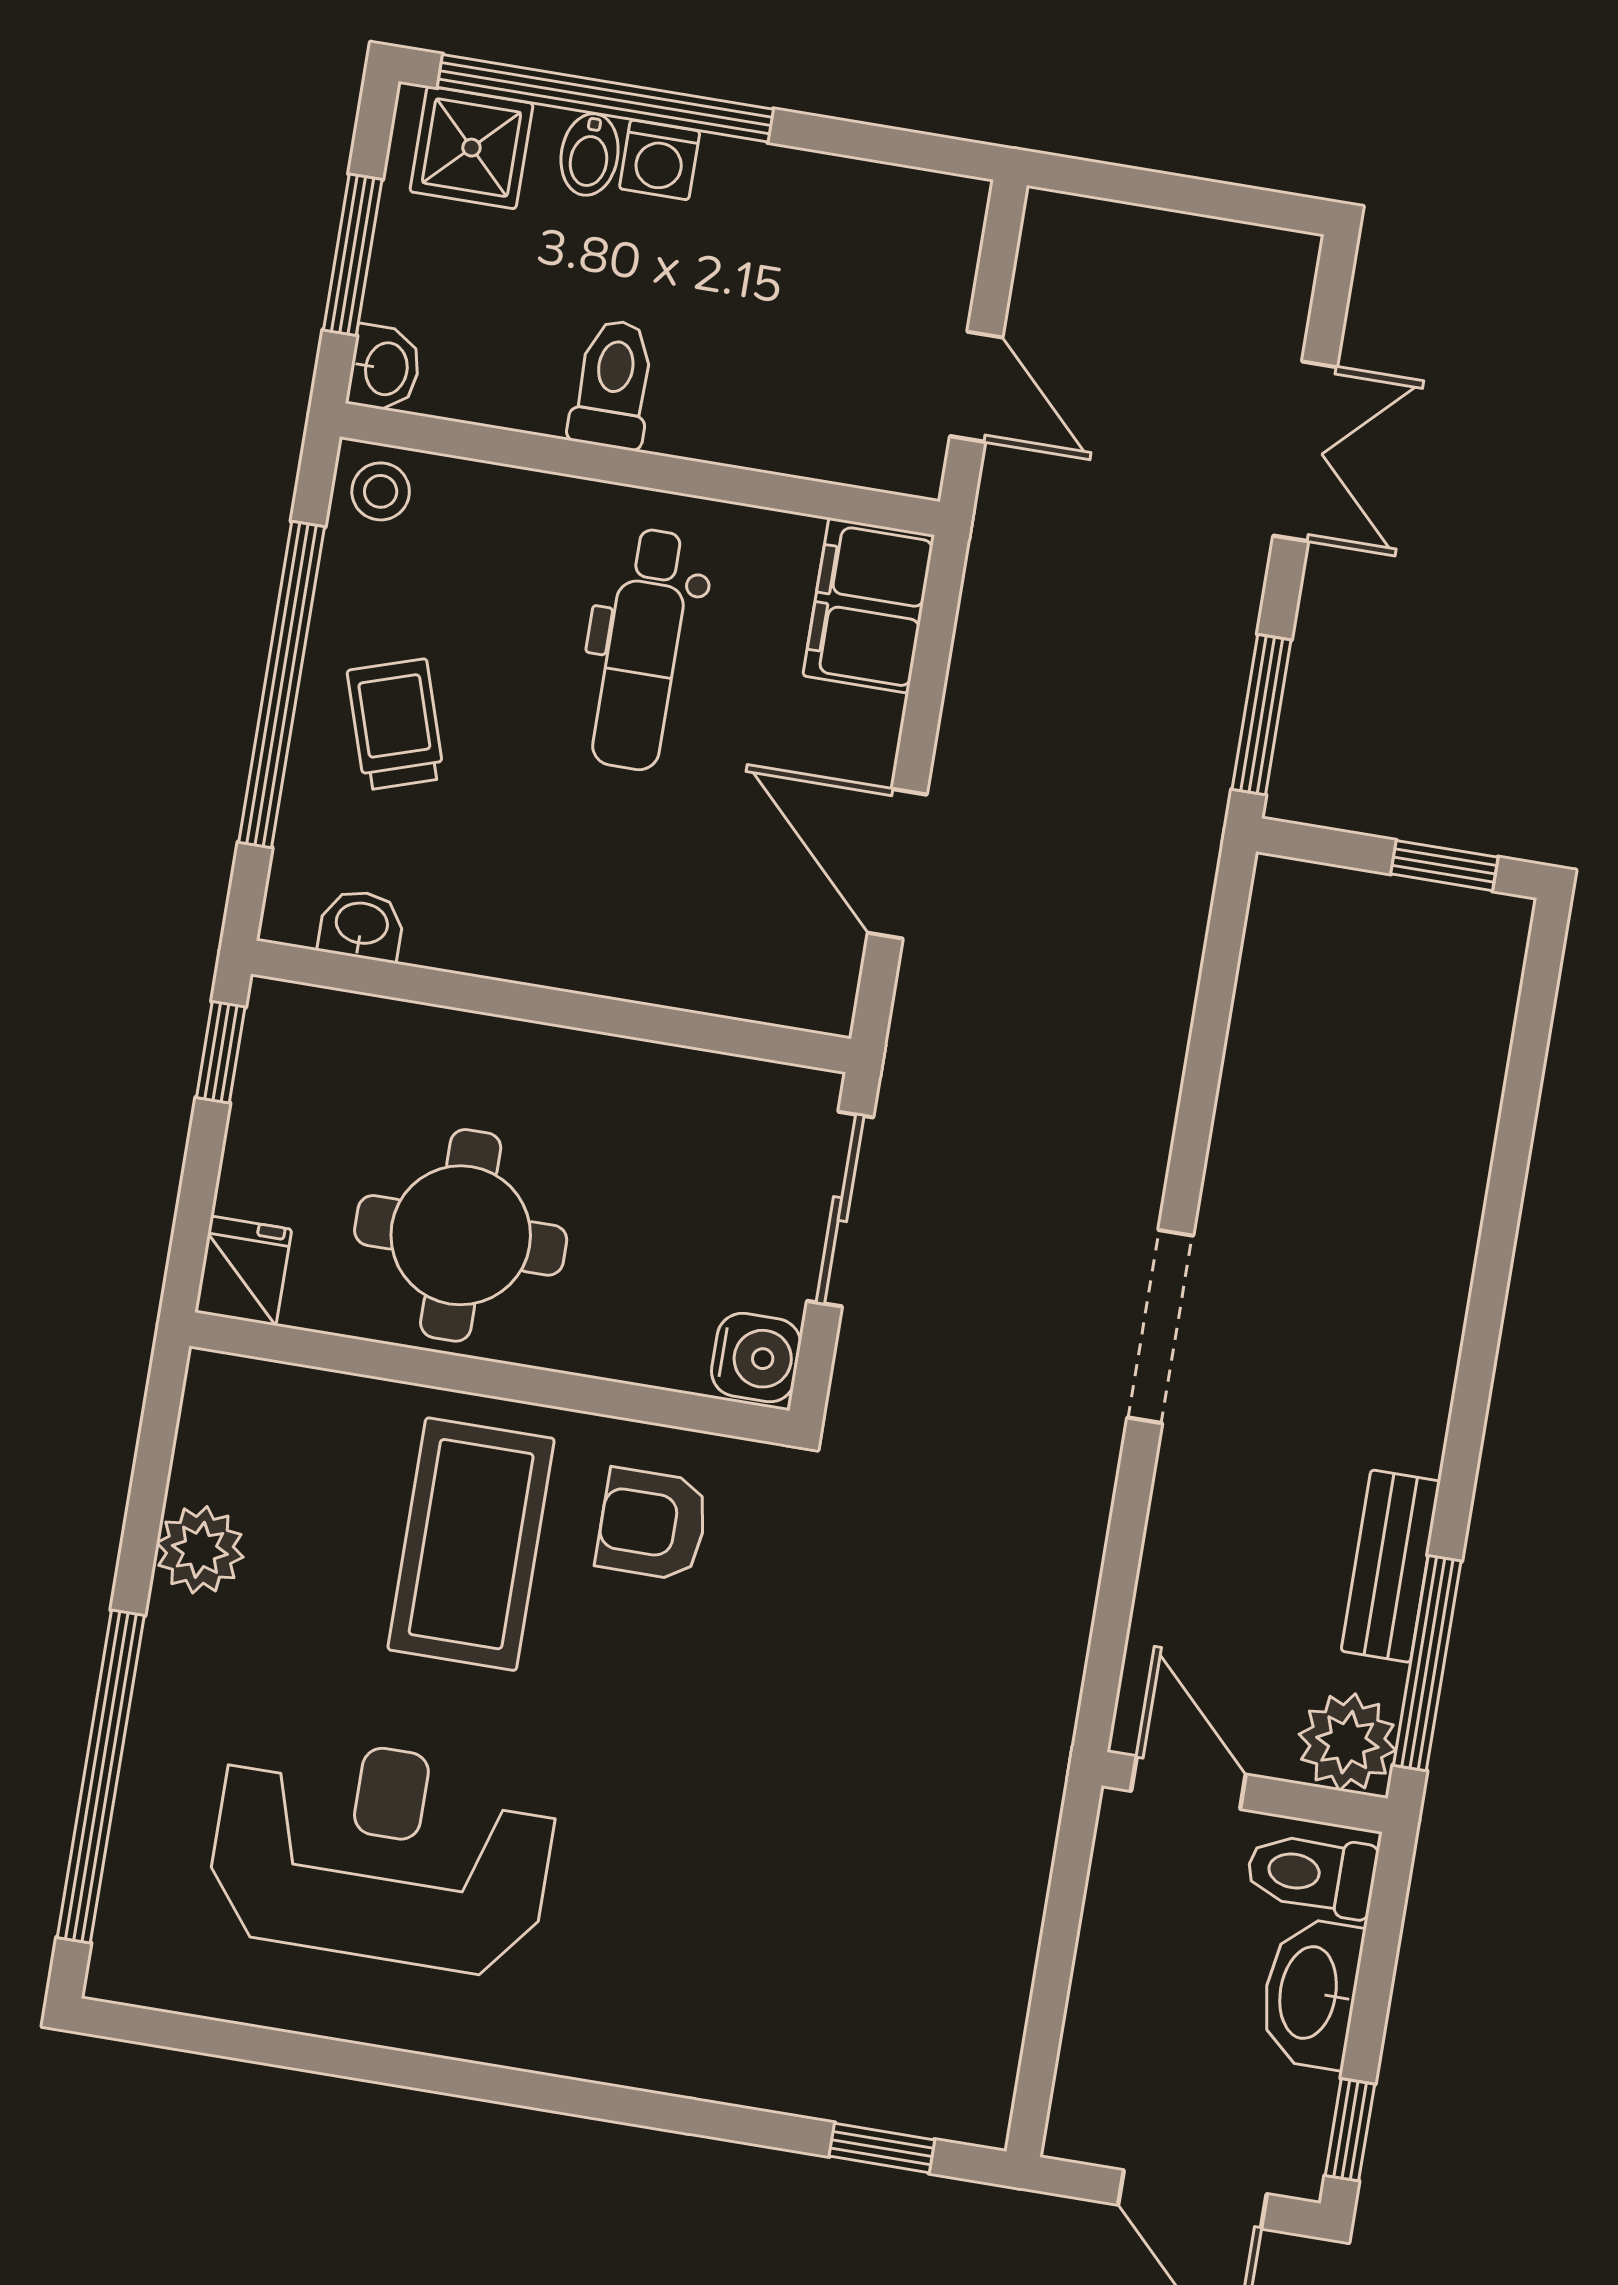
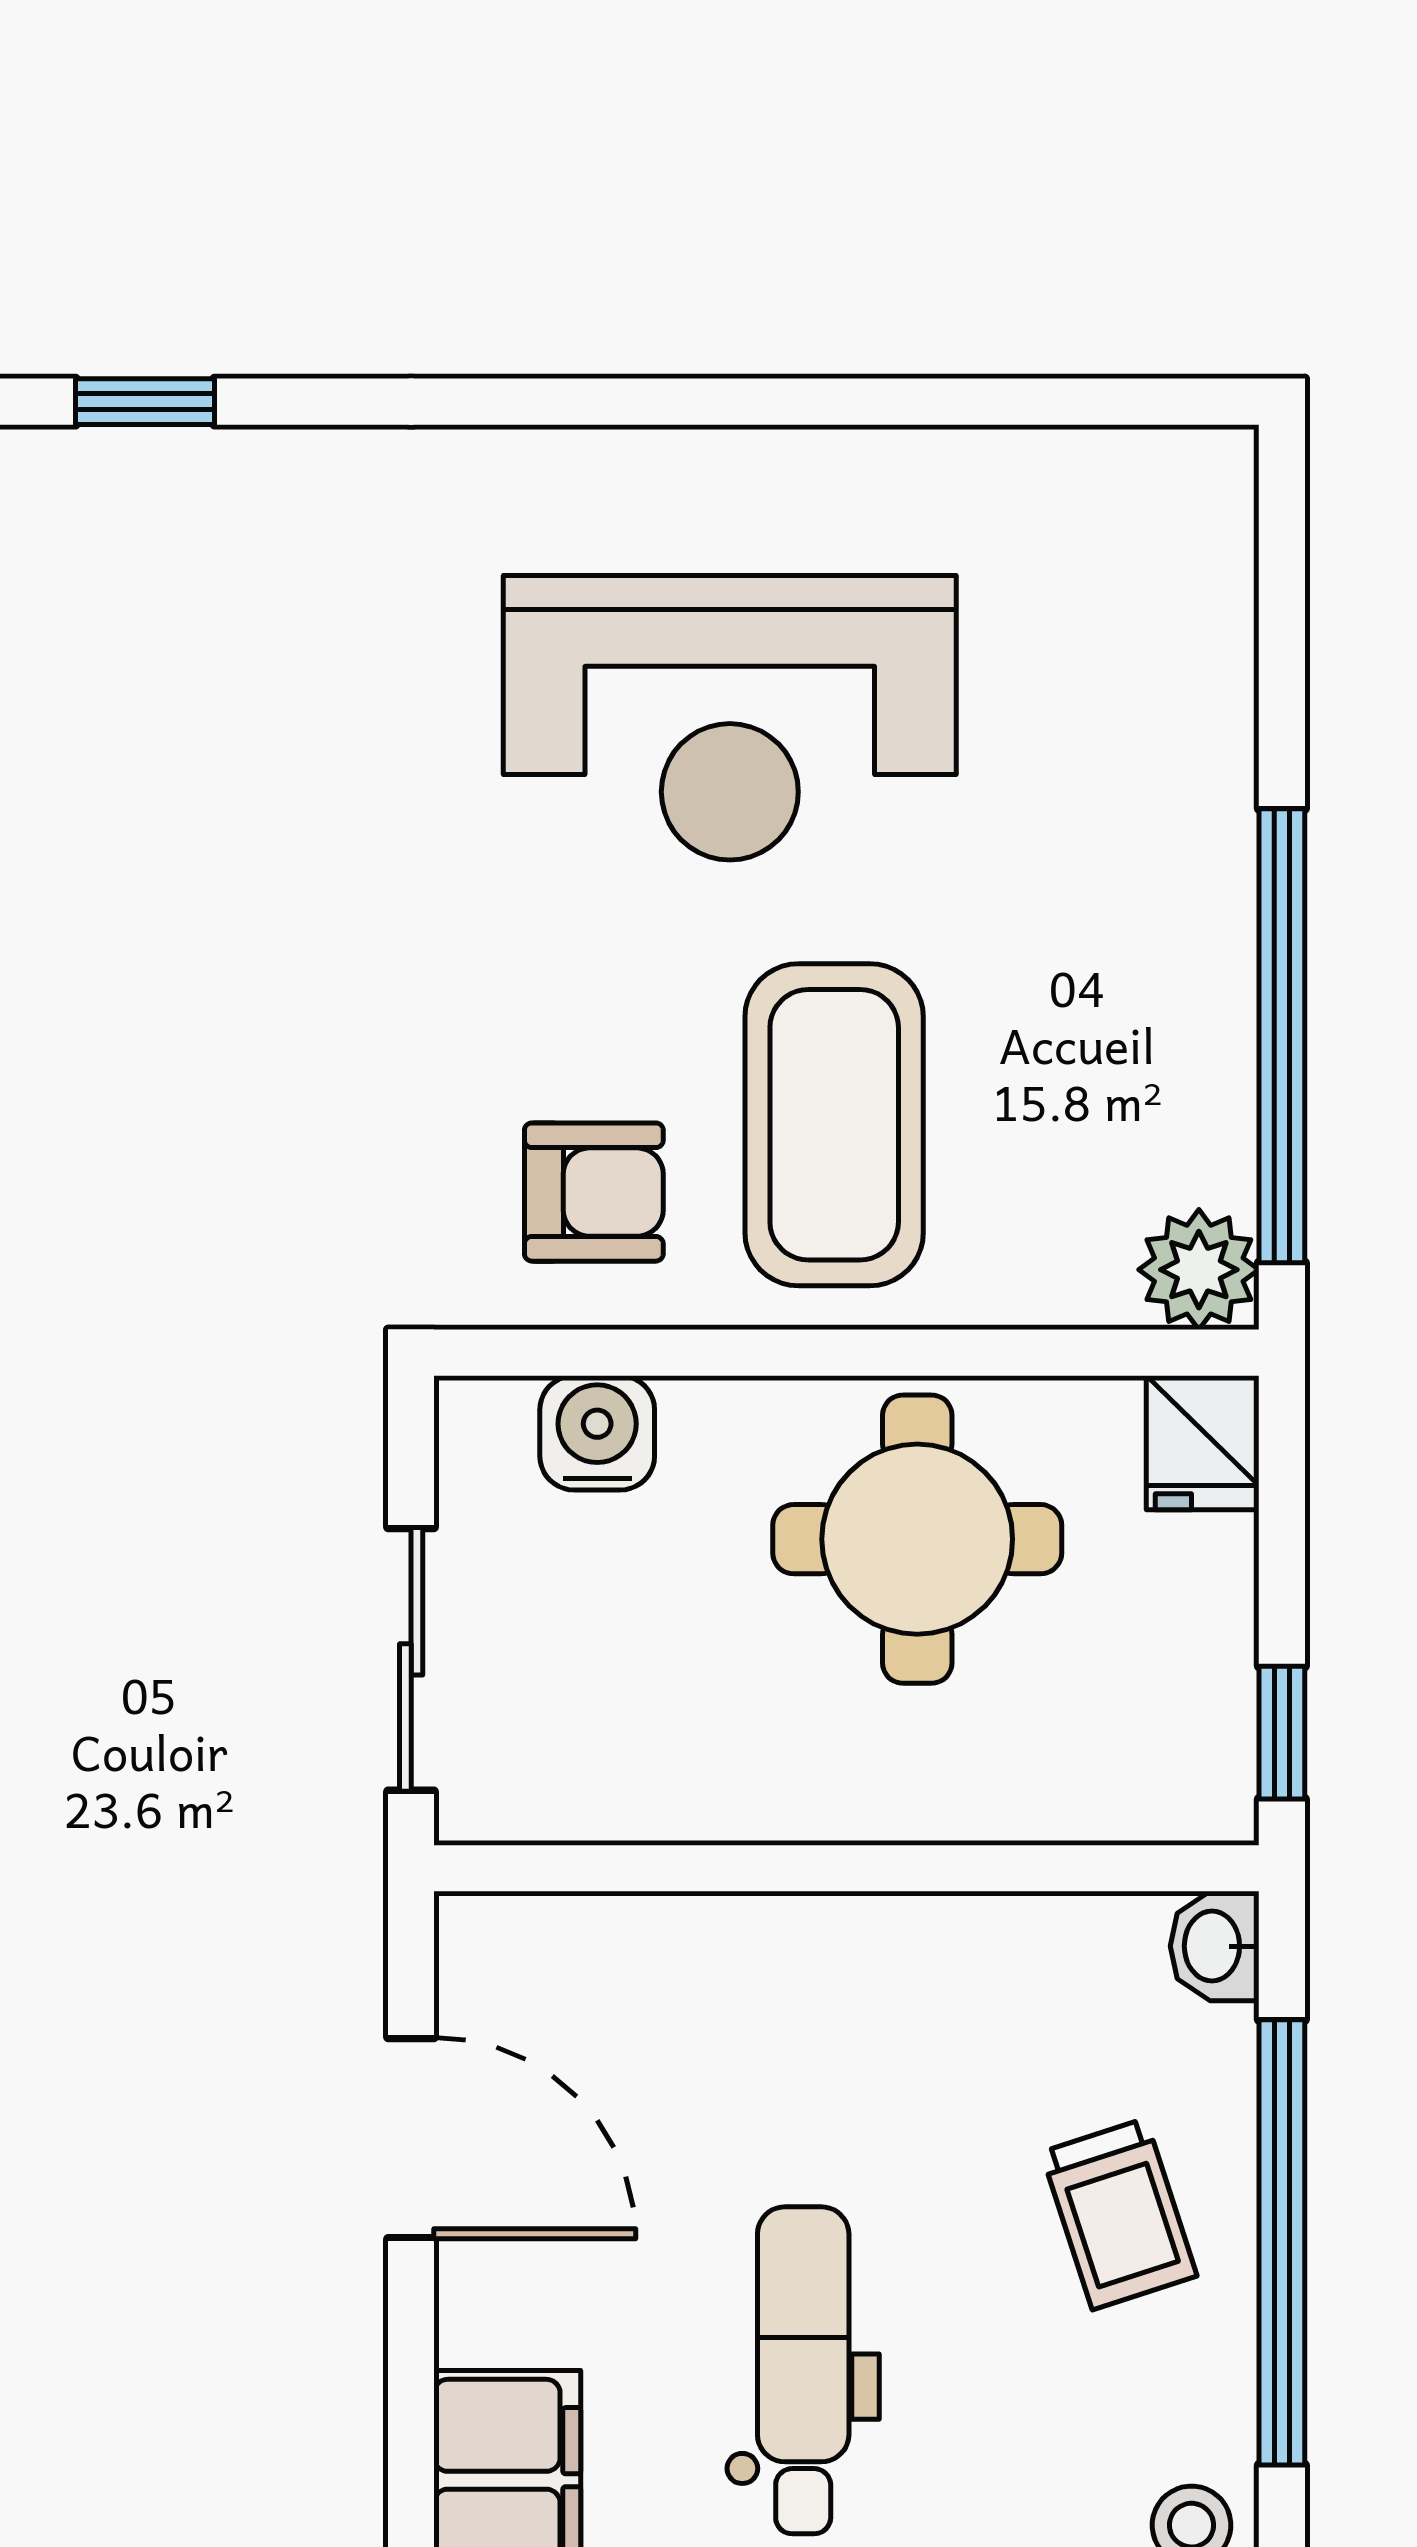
washbasin: (362, 925) -> (1215, 1946), moved, turned 90
water cooler: (756, 1358) -> (597, 1433), moved, turned 90
plant: (200, 1550) -> (1199, 1270), moved
window: (101, 1776) -> (1282, 1036), moved
reception desk: (382, 1853) -> (730, 718), moved

